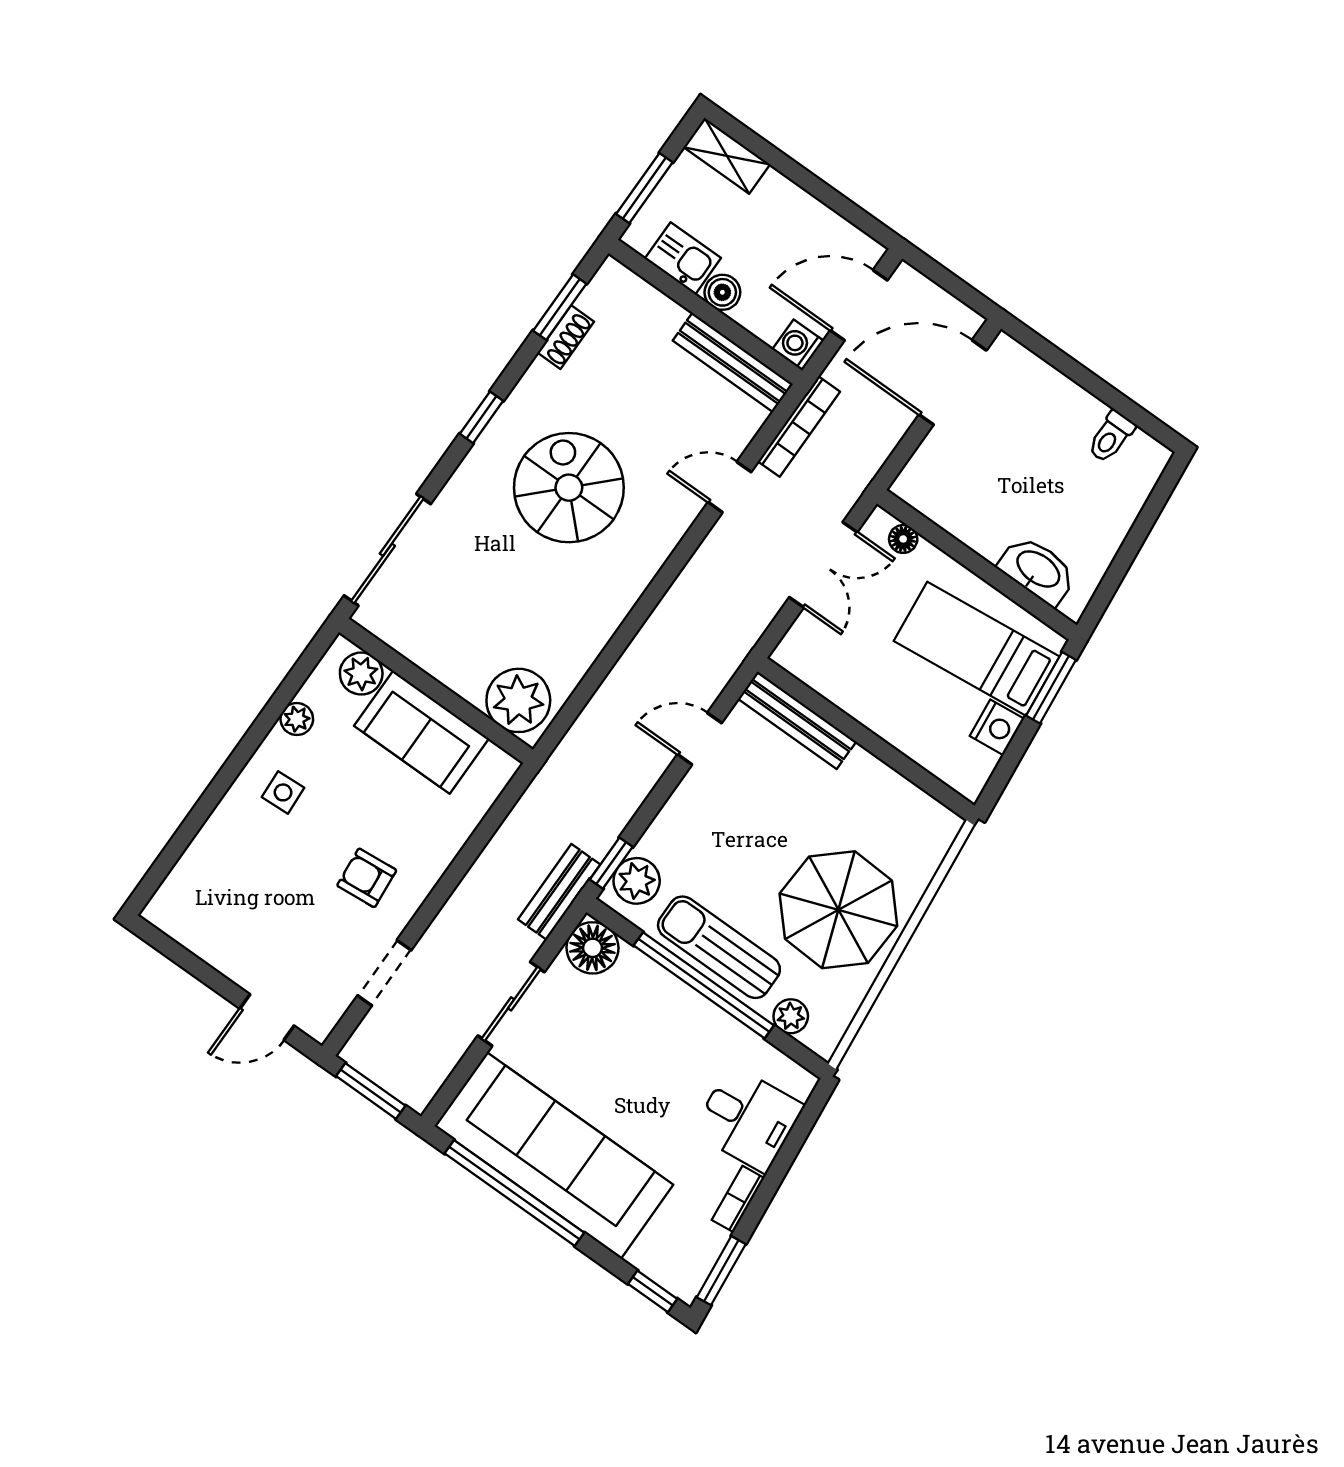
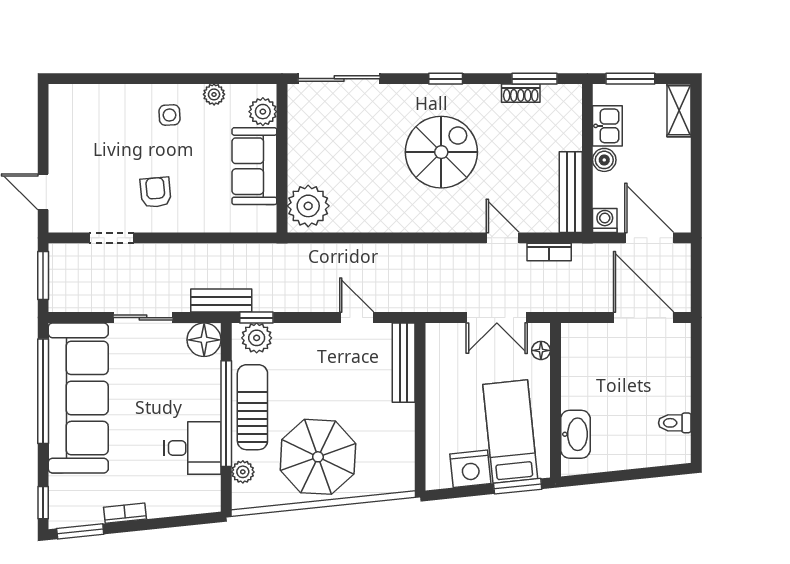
bookcase: (799, 427) -> (549, 252), width x0.64
nightstand: (997, 727) -> (470, 469), width x1.36, depth x1.33
desk: (748, 1119) -> (193, 448), moved, turned -84

